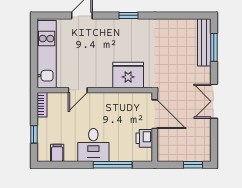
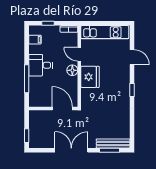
fridge: (128, 75) -> (90, 77), moved
floor lamp: (101, 100) -> (72, 70), added
double door: (214, 101) -> (71, 150), width x1.37
door: (155, 114) -> (62, 109), swing flipped
printer: (144, 138) -> (45, 101), removed

